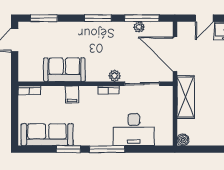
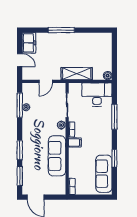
window: (98, 18) -> (20, 150), moved
door: (175, 54) -> (46, 81), width x0.53
sofa: (64, 70) -> (57, 156), width x1.36
filing cabinet: (72, 94) -> (75, 143), moved
desk: (134, 129) -> (97, 95), moved, turned -90
window: (107, 149) -> (114, 117), moved

